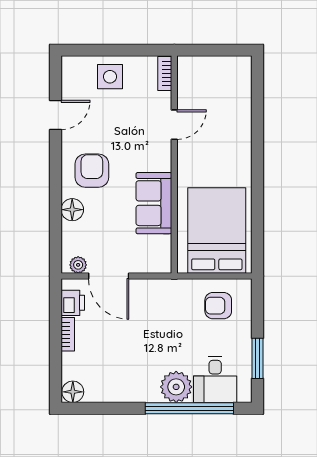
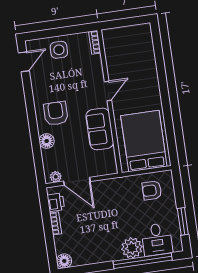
door: (55, 115) -> (24, 62), moved
door: (174, 125) -> (108, 91), moved

